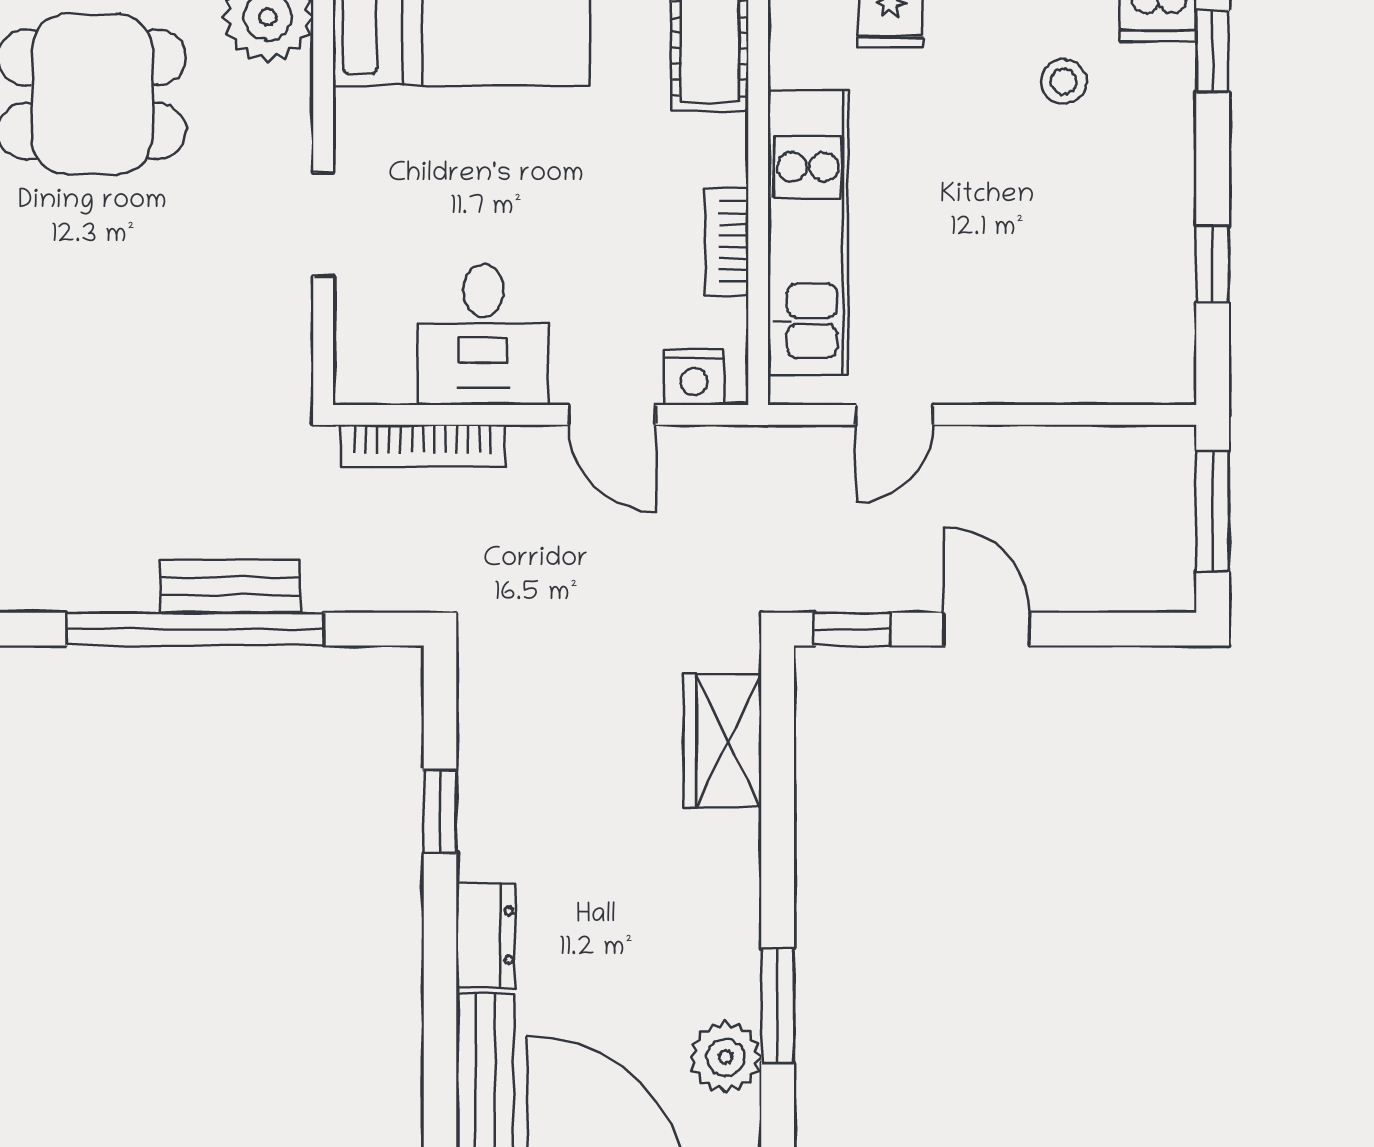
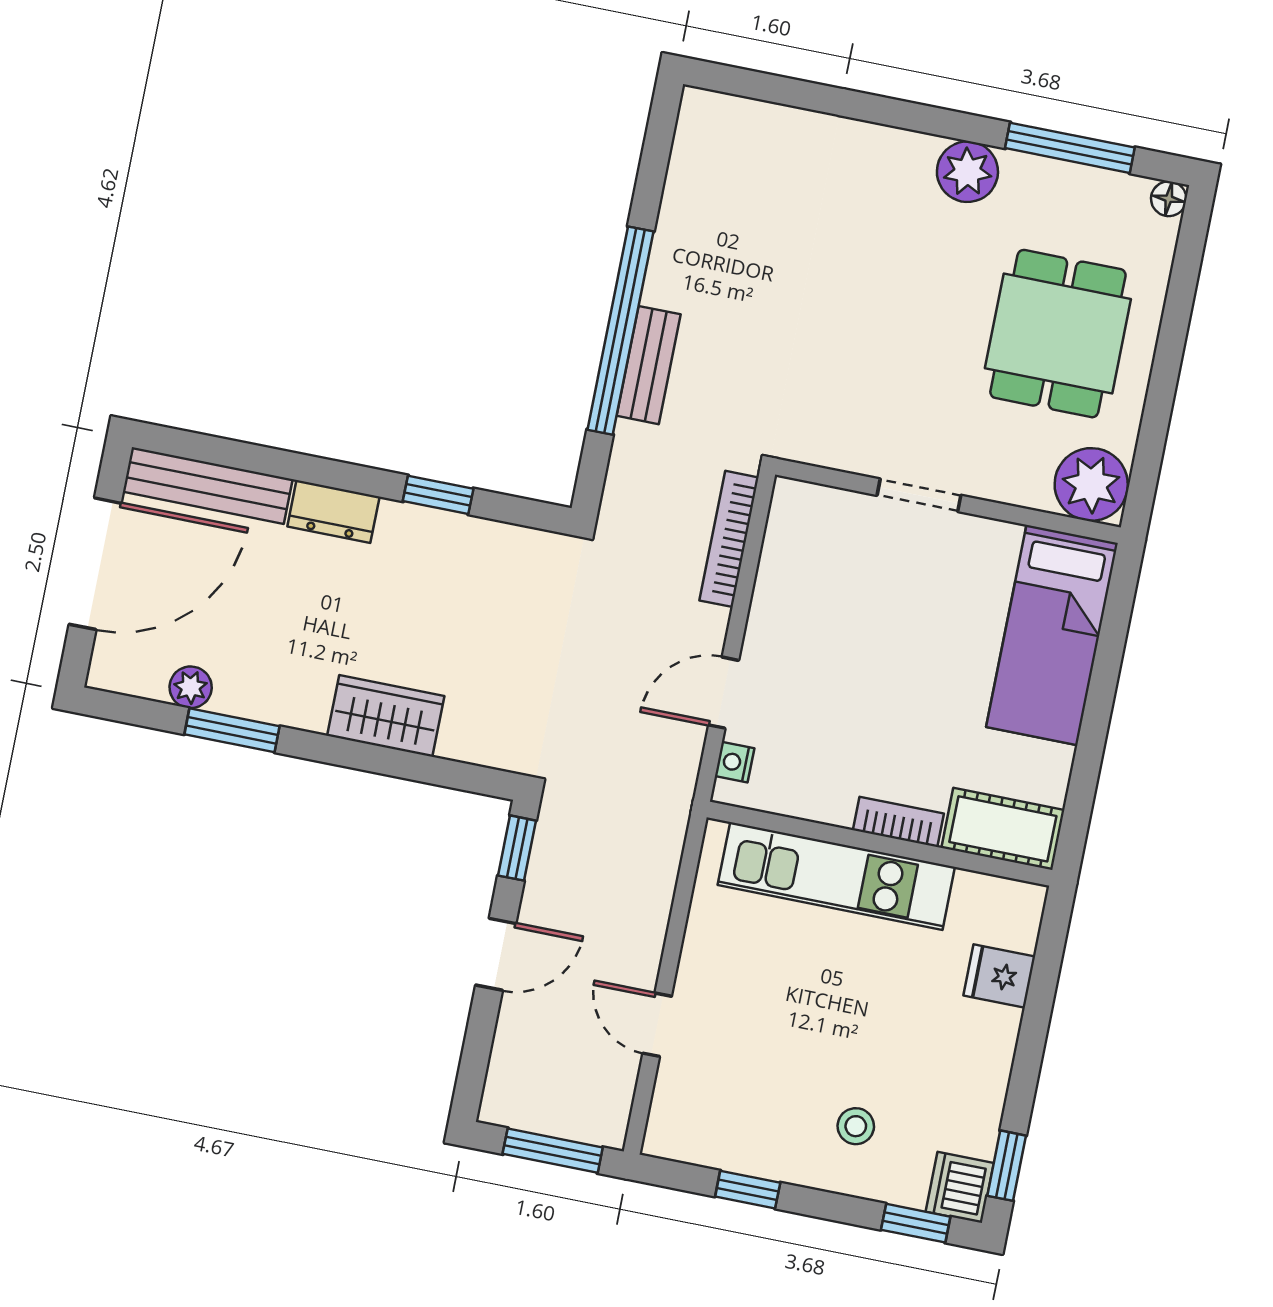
stool: (1064, 81) -> (856, 1126), moved
bookcase: (727, 242) -> (898, 822), moved
desk: (483, 335) -> (807, 604), removed
nightstand: (694, 377) -> (735, 762), width x0.72, depth x0.74
door: (895, 415) -> (657, 1025), moved
wardrobe: (723, 741) -> (386, 716), moved
plant: (725, 1057) -> (191, 687), width x0.73, depth x0.73

